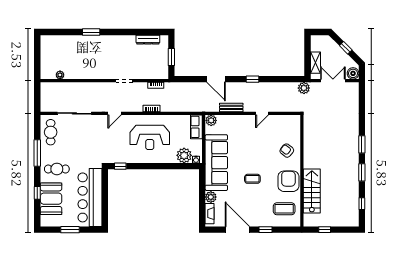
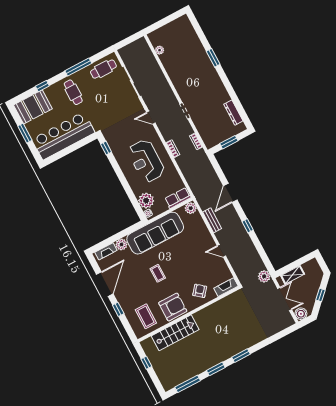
fireplace: (296, 126) -> (226, 287), added
booth: (51, 199) -> (33, 107), moved
window: (362, 204) -> (188, 384), width x2.17

